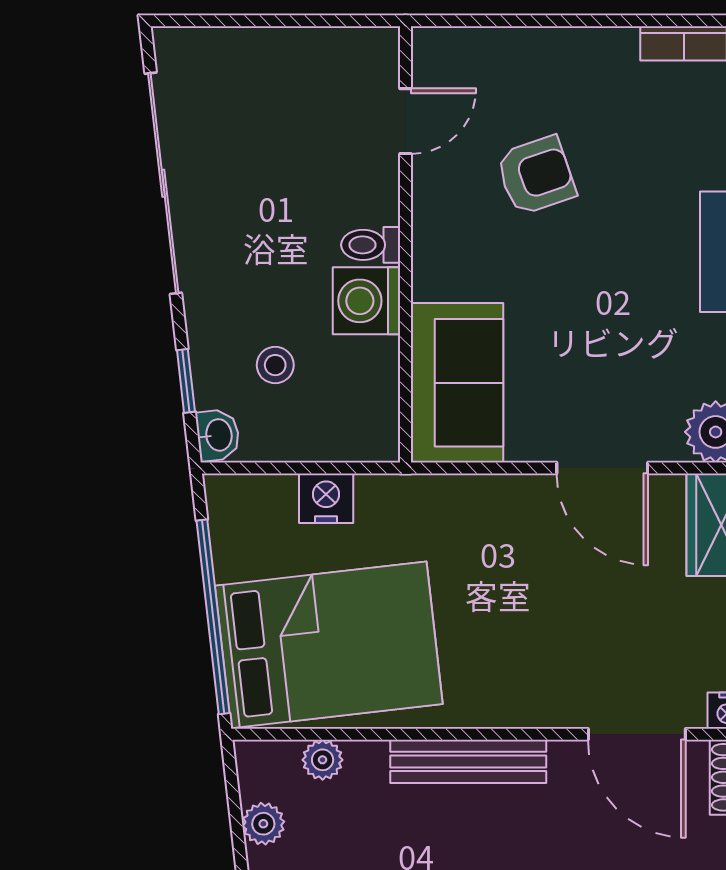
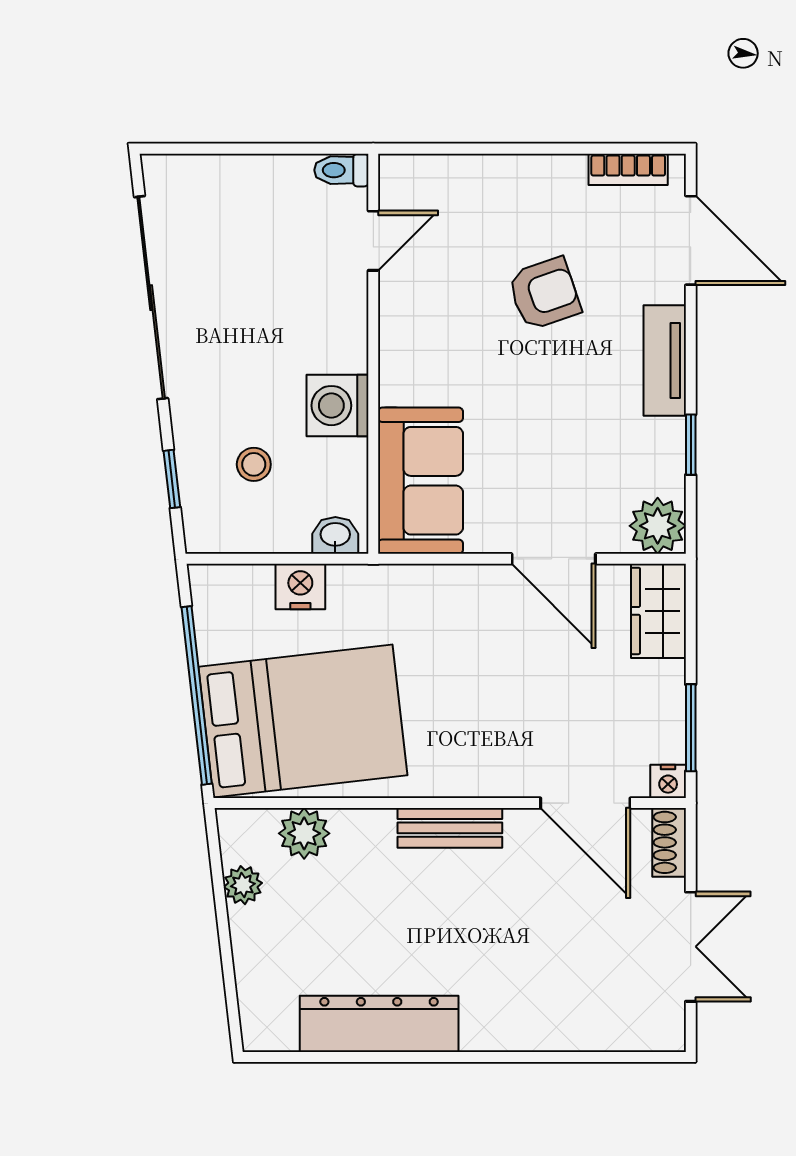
armchair: (536, 176) -> (544, 294), moved
toilet: (371, 245) -> (341, 170), moved
washbasin: (218, 435) -> (335, 535), moved, turned -83
plant: (323, 760) -> (304, 833), width x1.38, depth x1.38
bench: (468, 761) -> (450, 828), width x0.73

